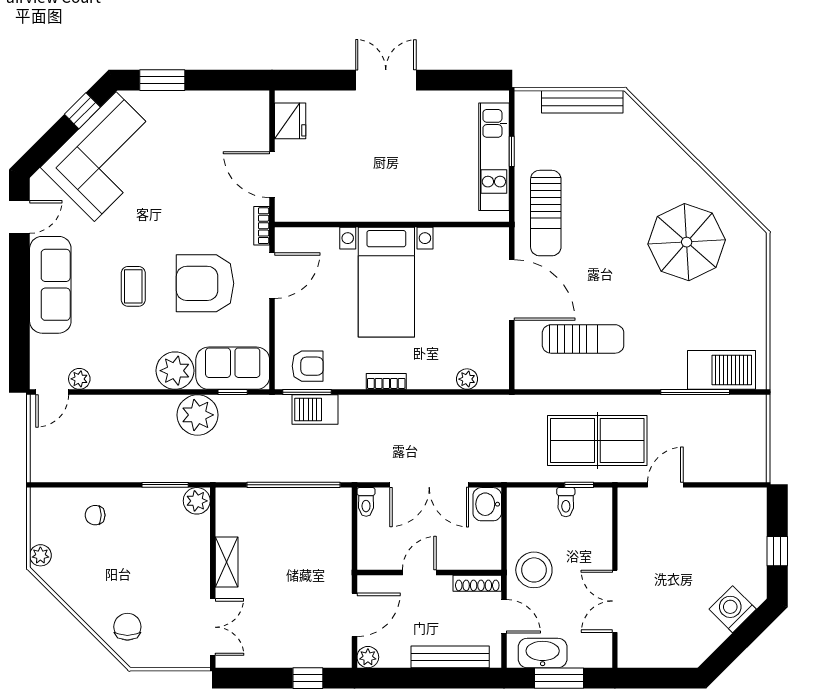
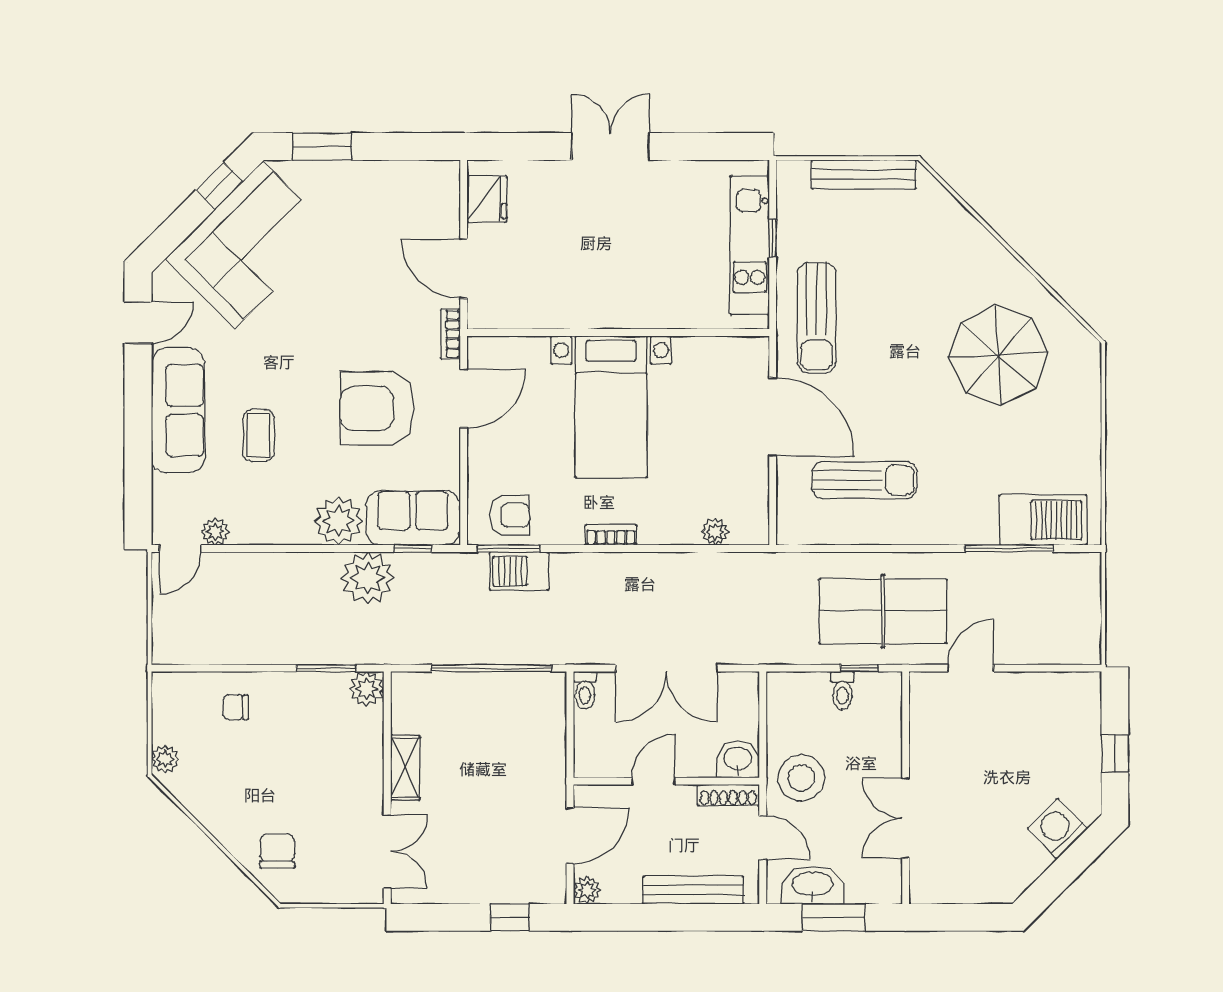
coffee table: (133, 286) -> (259, 435), moved
washbasin: (487, 504) -> (738, 760), moved, turned 90

